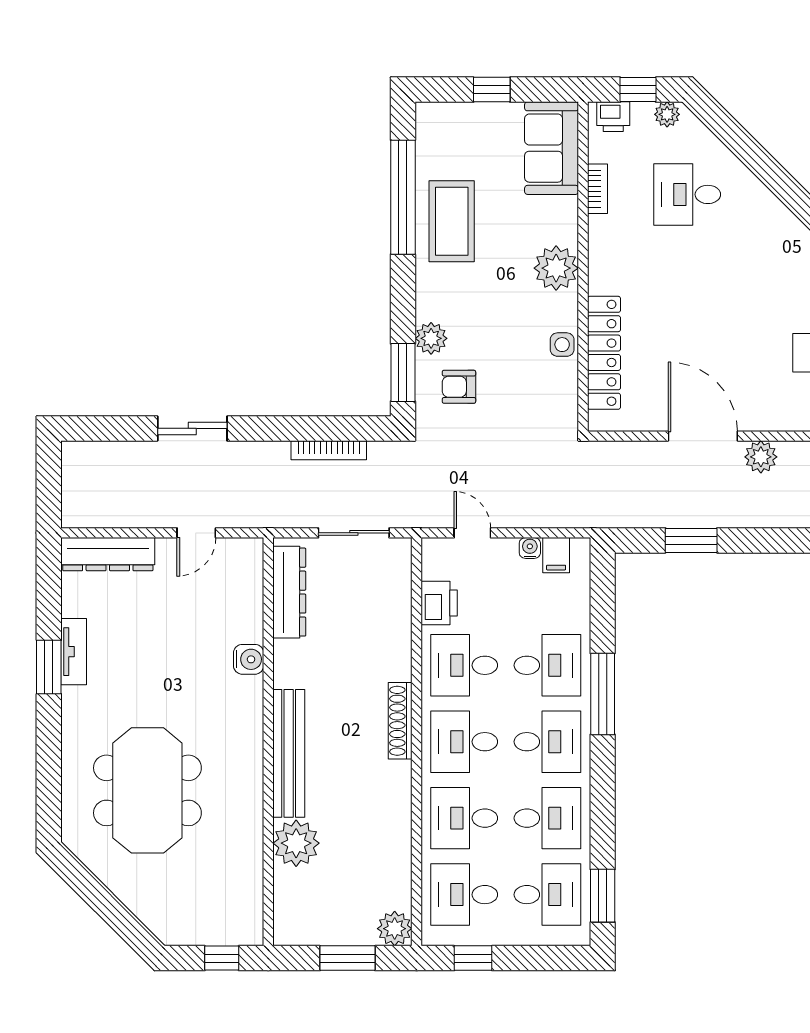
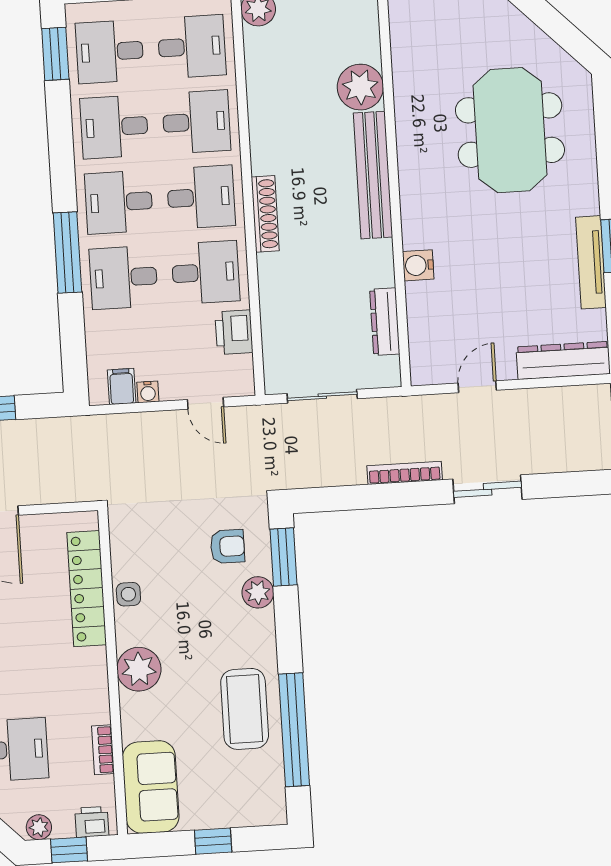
bookcase: (329, 450) -> (405, 473), moved
dresser: (289, 592) -> (385, 322), width x0.73, depth x0.80
tv unit: (74, 652) -> (591, 262), width x1.41

